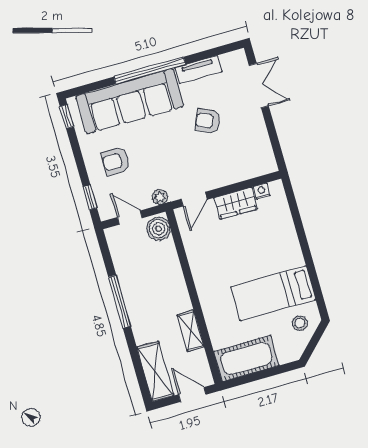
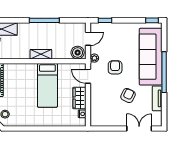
double door: (259, 86) -> (139, 128), swing flipped
armchair: (116, 161) -> (115, 67), moved
bed: (273, 293) -> (47, 85), moved, turned 180
shelving: (191, 331) -> (41, 54), moved

